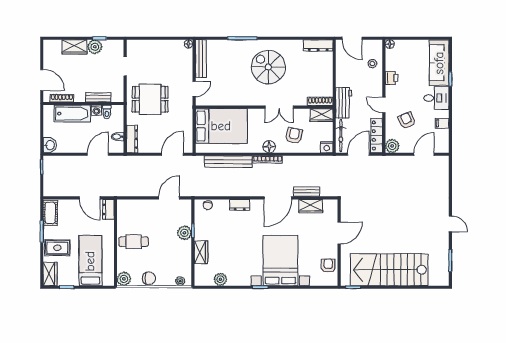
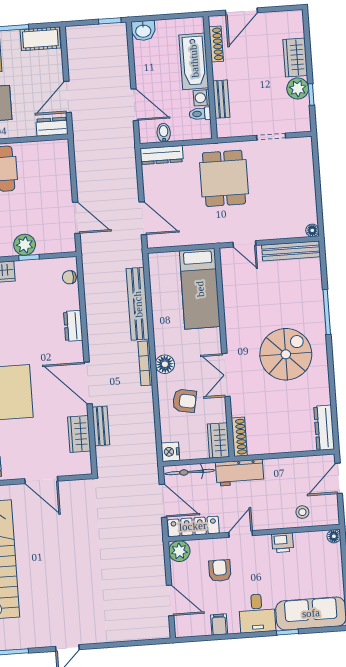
armchair: (407, 120) -> (220, 571), turned -67
bed: (221, 126) -> (200, 289), width x0.67

